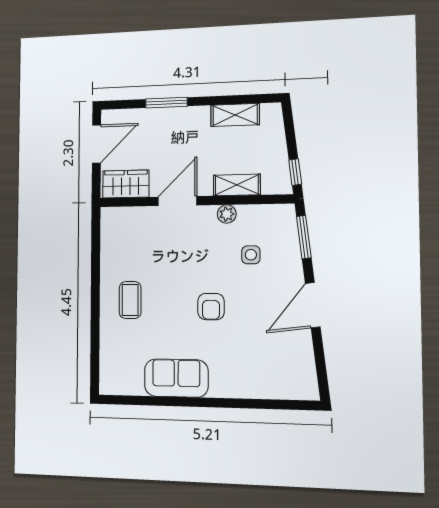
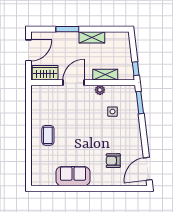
shelving: (235, 115) -> (92, 37), moved
door: (313, 305) -> (148, 169), moved
armchair: (211, 307) -> (113, 161), moved, turned 90

